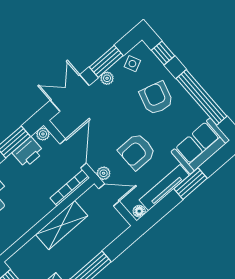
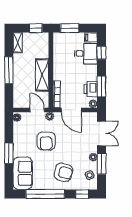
armchair: (137, 151) -> (46, 141), turned 180
tv unit: (164, 188) -> (18, 139), removed
door: (109, 195) -> (37, 110), swing flipped

